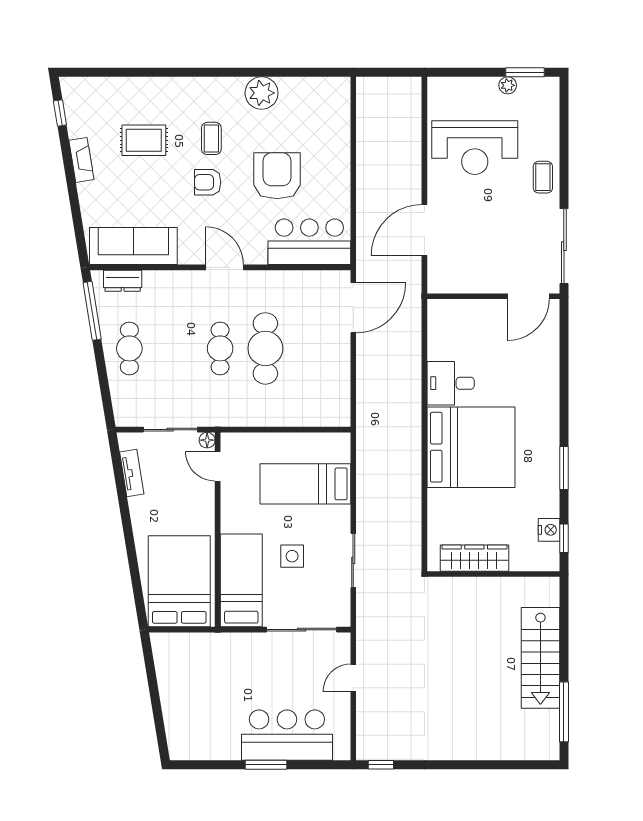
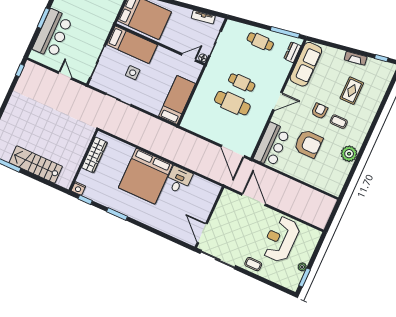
bed: (305, 484) -> (177, 100), moved
nightstand: (549, 530) -> (78, 188), moved

